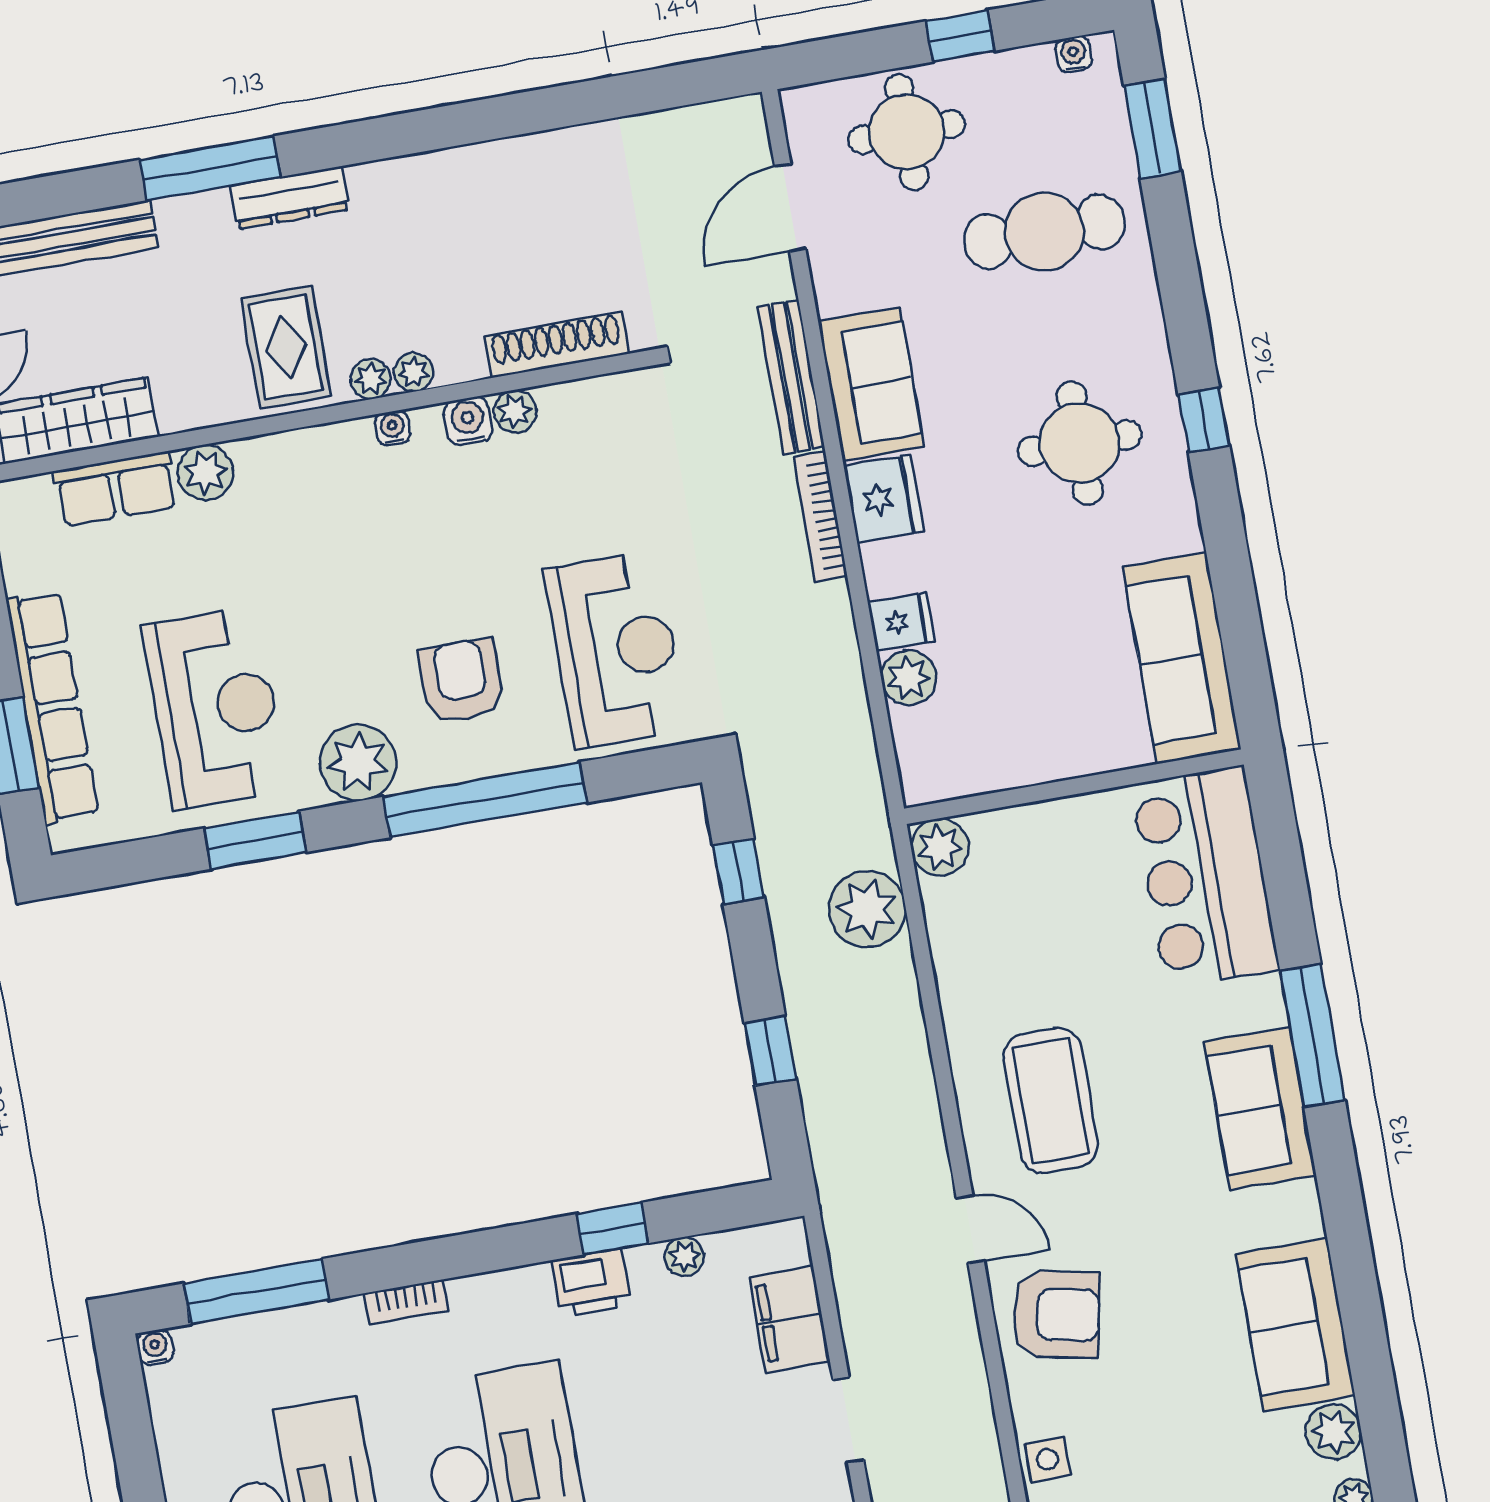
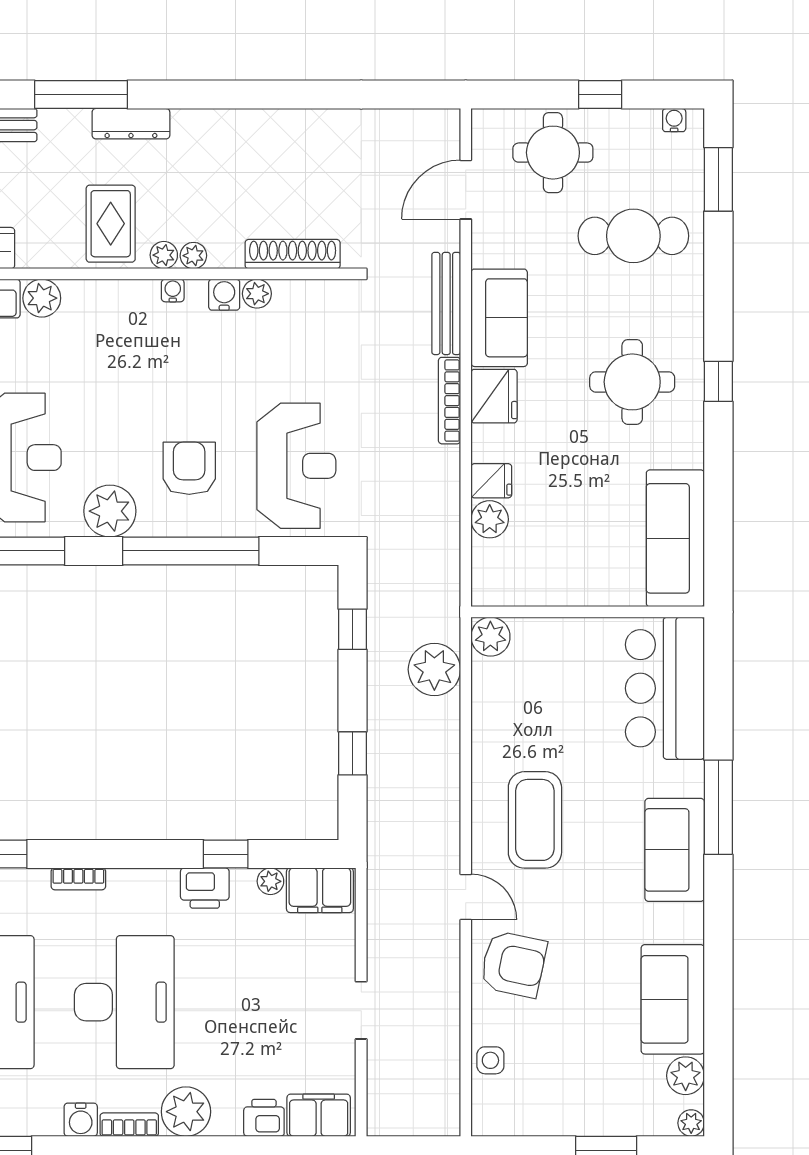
filing cabinet: (790, 1319) -> (320, 890), moved, turned -90

